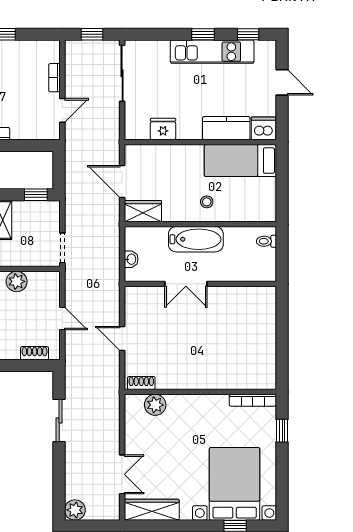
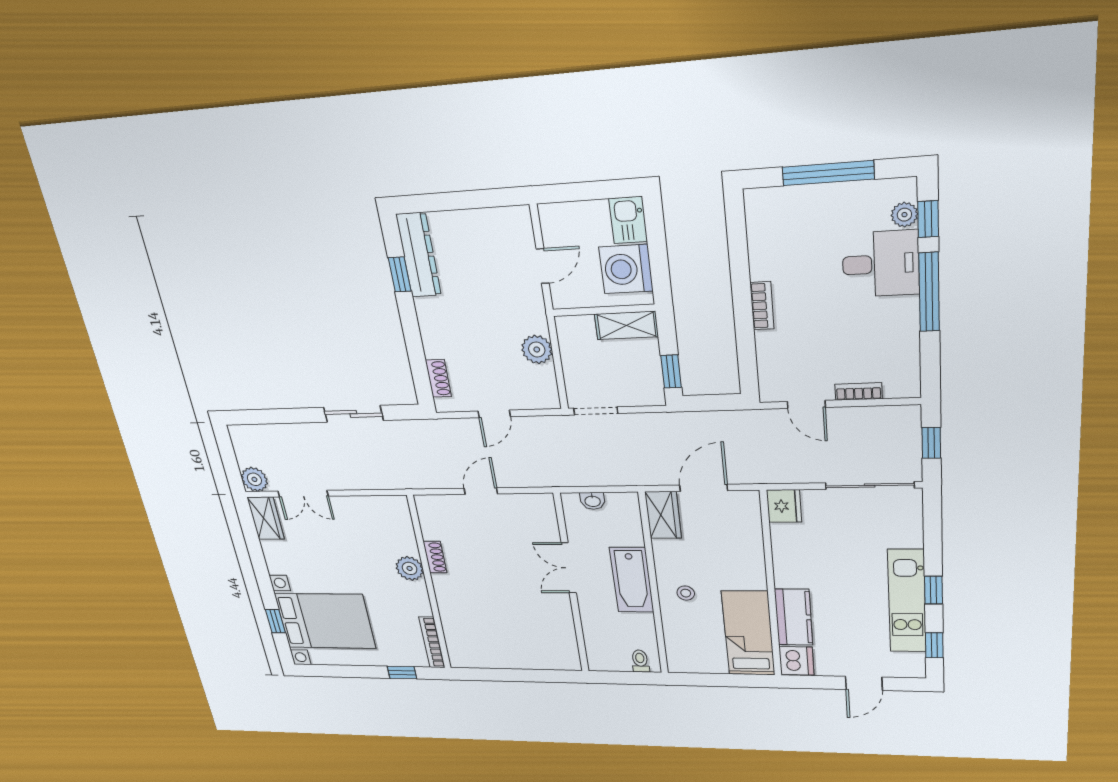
fridge: (163, 129) -> (784, 506), moved
shoe rack: (141, 383) -> (435, 557), moved
plant: (155, 405) -> (410, 568), moved
plant: (75, 510) -> (254, 479), moved
wardrobe: (152, 510) -> (266, 518), width x0.67

